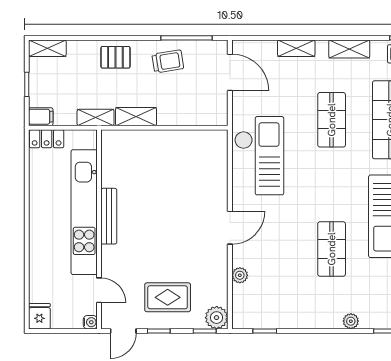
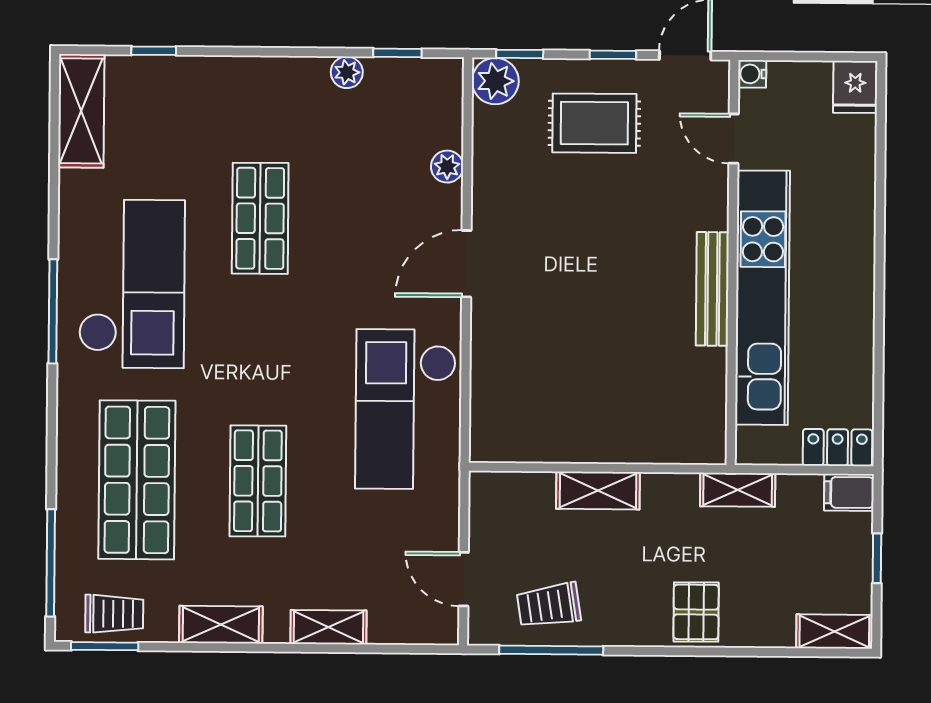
pallet: (115, 57) -> (696, 612), turned 90
trolley: (168, 61) -> (549, 605), moved
door: (230, 72) -> (464, 579), width x0.73
shelving: (136, 117) -> (598, 490), moved
plant: (351, 321) -> (347, 72), moved

